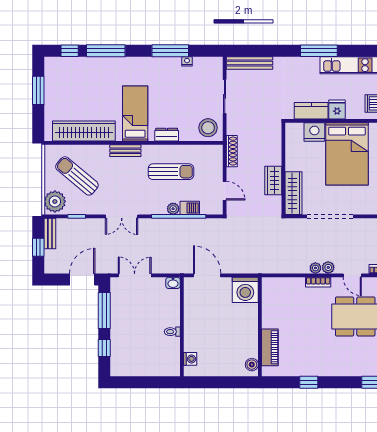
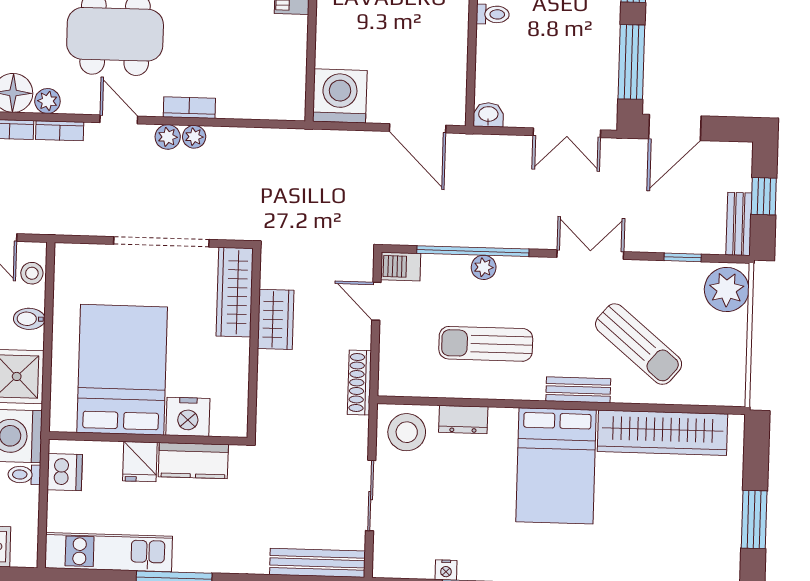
bed: (135, 113) -> (556, 466), width x1.50
dresser: (167, 135) -> (463, 420), moved
sun lounger: (77, 176) -> (639, 344), moved
barbecue: (190, 208) -> (401, 267), moved

